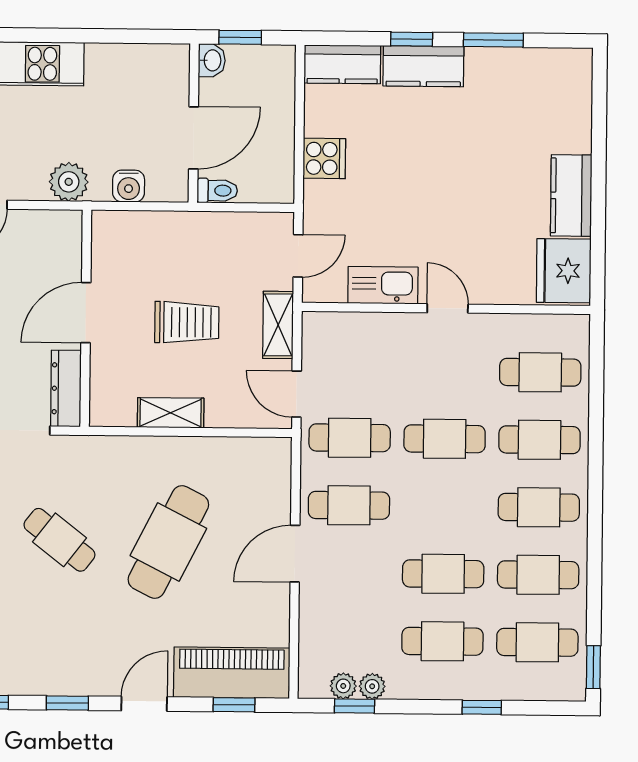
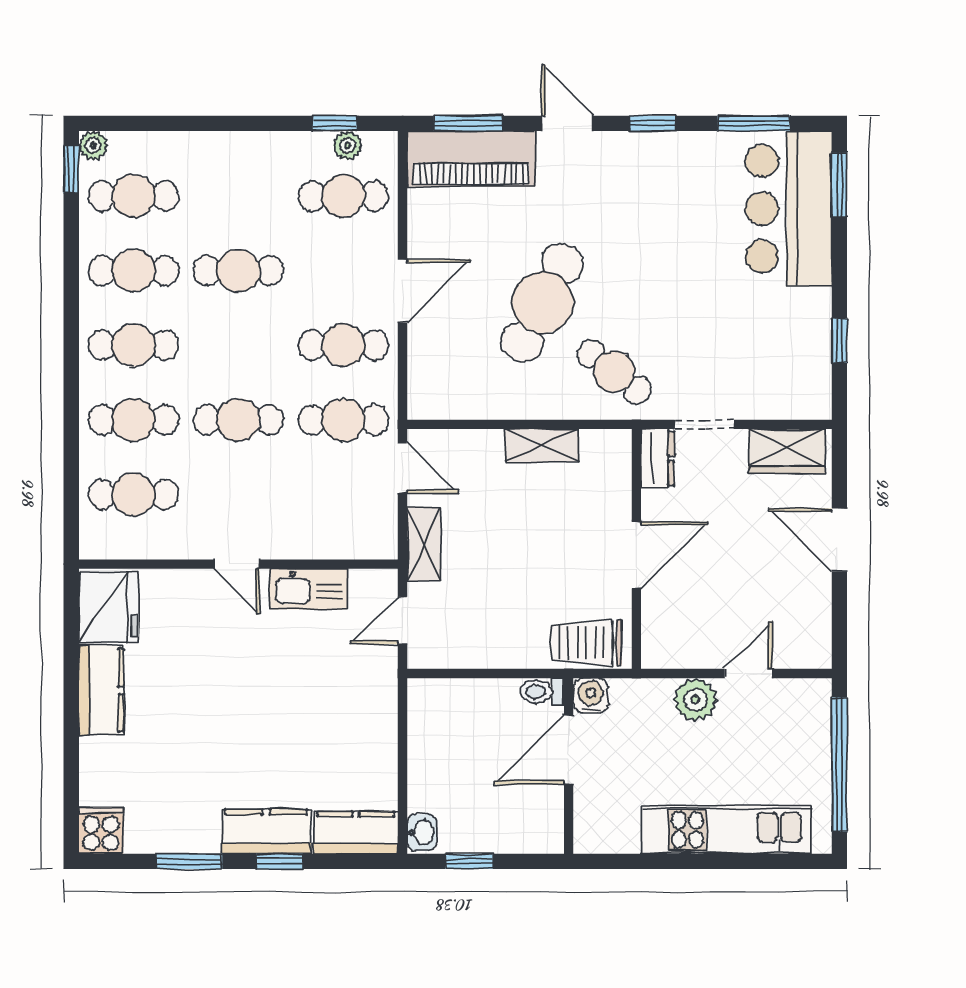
washbasin: (212, 60) -> (422, 833), moved, turned 180
wall: (194, 123) -> (569, 766), moved
door: (193, 138) -> (569, 750), moved
cooker: (324, 158) -> (101, 830), moved, turned 90
plant: (69, 182) -> (695, 700), moved
toilet: (217, 191) -> (542, 692), moved
trolley: (187, 322) -> (586, 643), moved
dresser: (66, 388) -> (658, 458), width x0.70
cafe table: (59, 540) -> (614, 372), moved
cafe table: (442, 641) -> (343, 196), moved
plant: (372, 686) -> (93, 145), moved
door: (144, 704) -> (568, 123), swing flipped
window: (234, 705) -> (468, 123), width x1.50
window: (482, 707) -> (194, 123), removed

